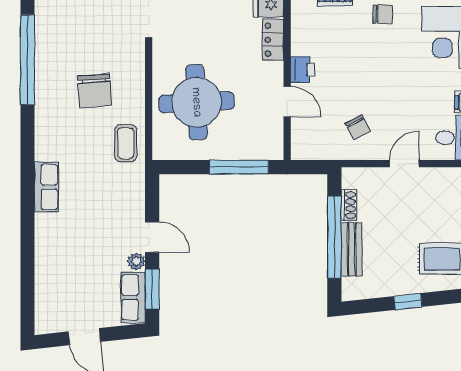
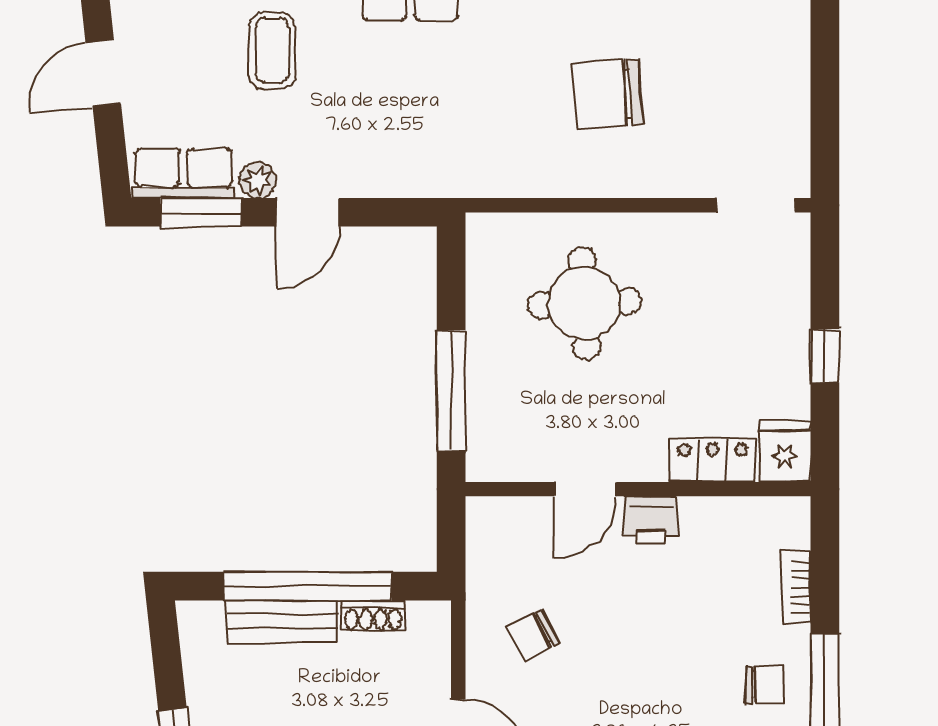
chair: (383, 14) -> (765, 685), turned -90
round table: (196, 102) -> (584, 303), width x0.73, depth x0.73
coffee table: (126, 143) -> (272, 51), moved, turned 90

